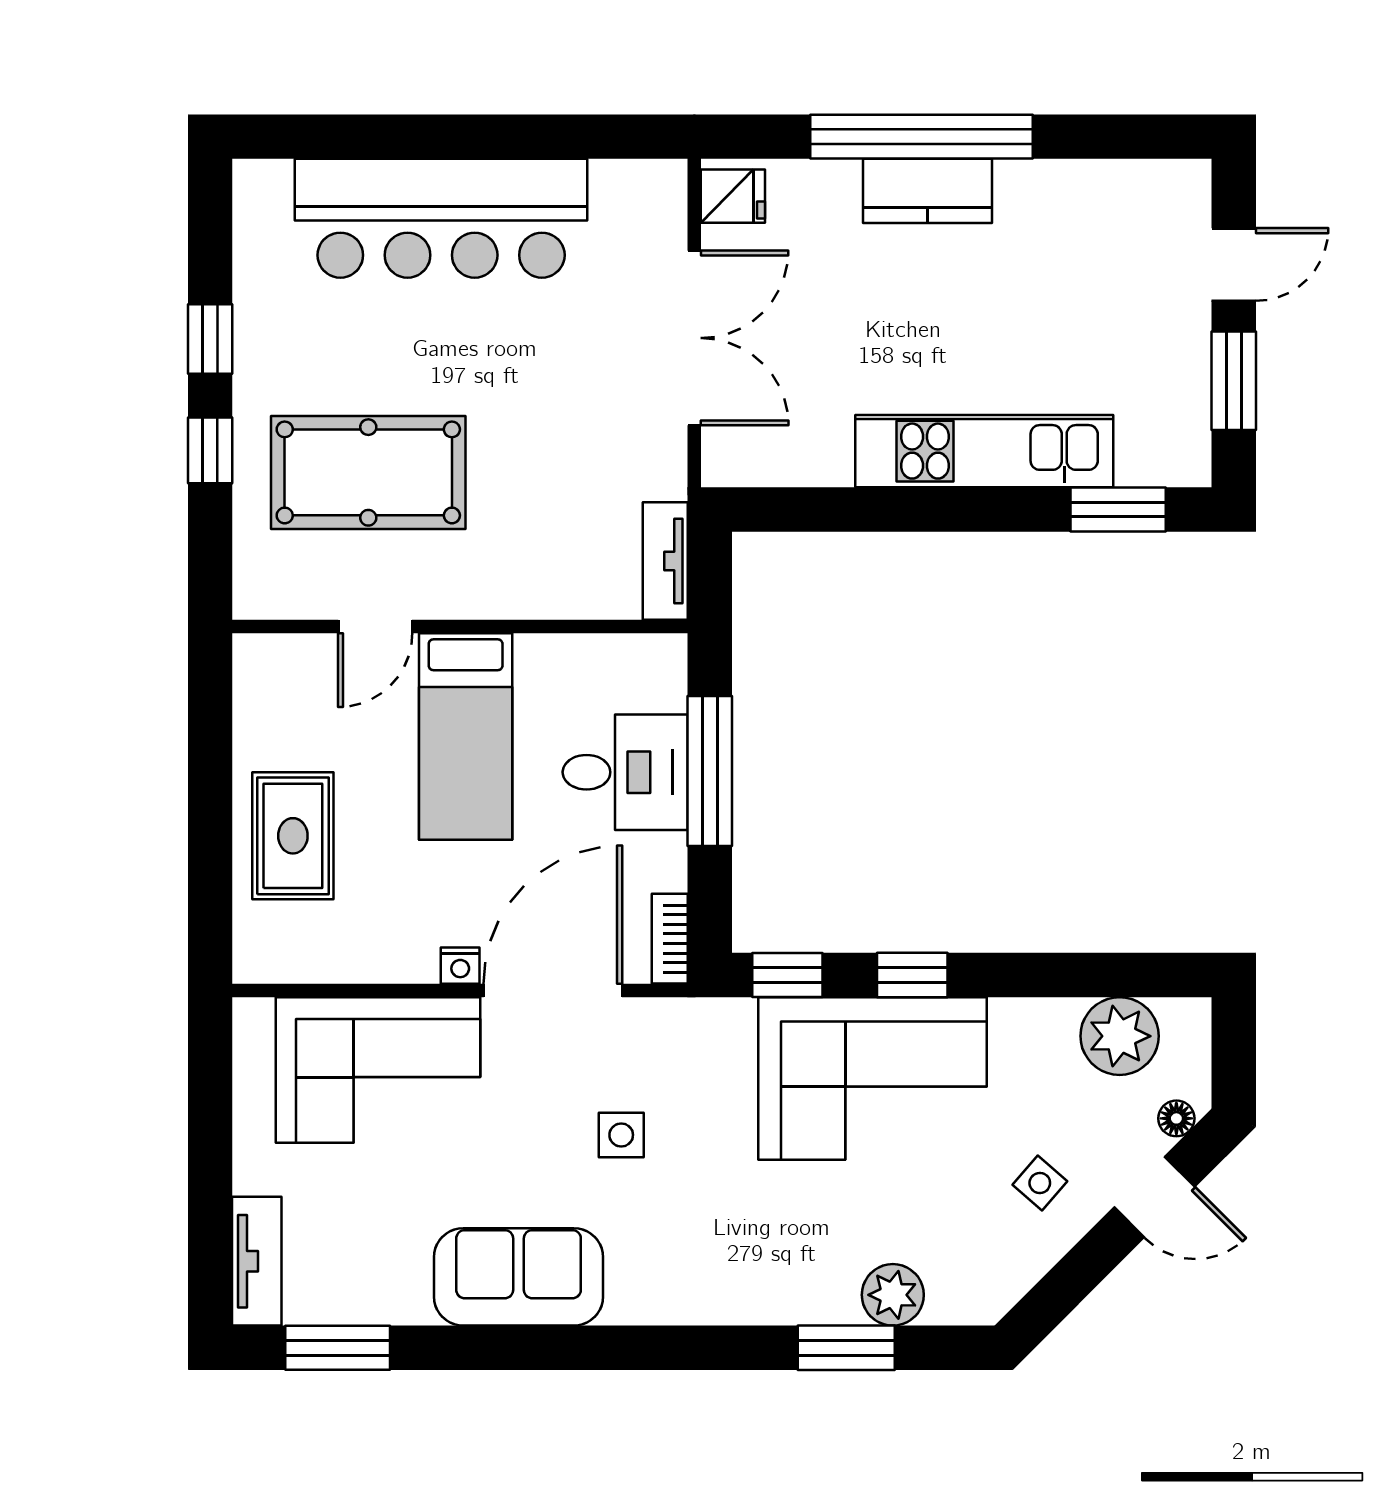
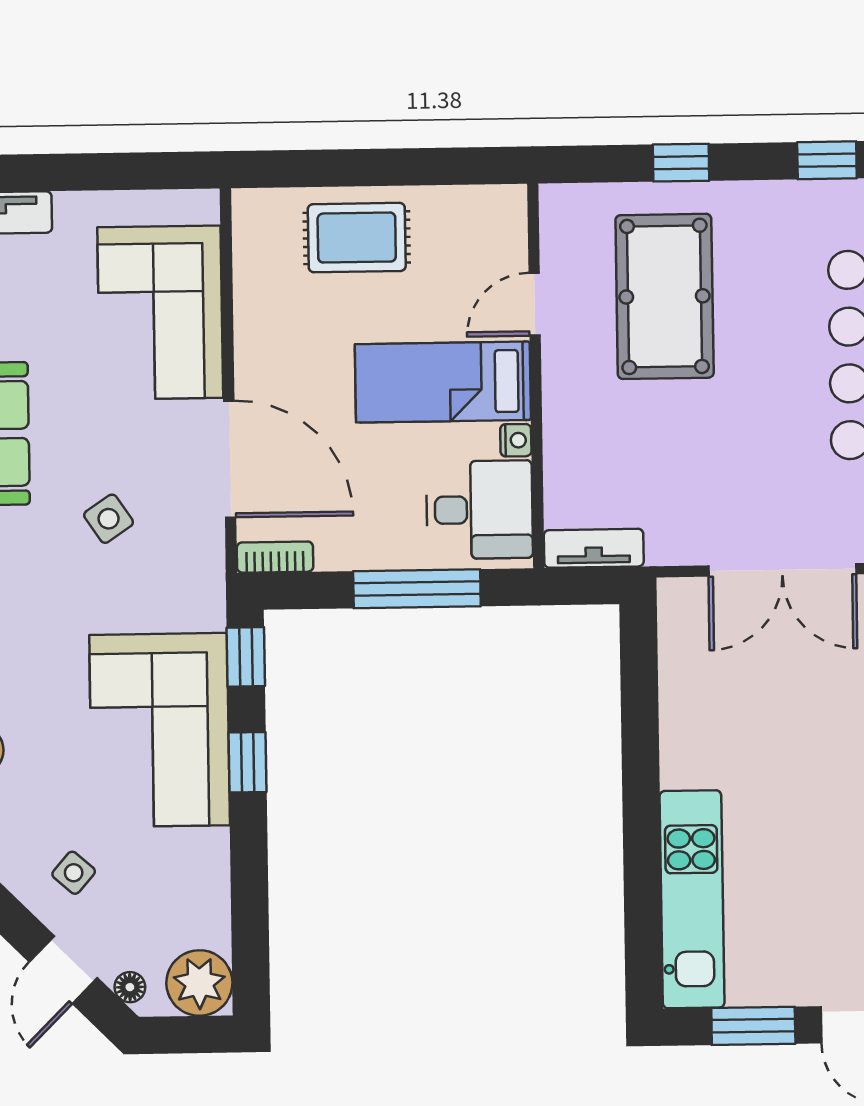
window: (210, 339) -> (827, 160), moved
kitchen unit: (984, 451) -> (692, 899), moved
window: (1118, 509) -> (643, 930), removed
door: (375, 626) -> (535, 304), hinge flipped
desk: (625, 772) -> (479, 510), moved, turned -90
nightstand: (460, 966) -> (516, 440), moved, turned 180
plant: (1120, 1036) -> (199, 983), moved
side table: (621, 1135) -> (109, 519), turned -34

